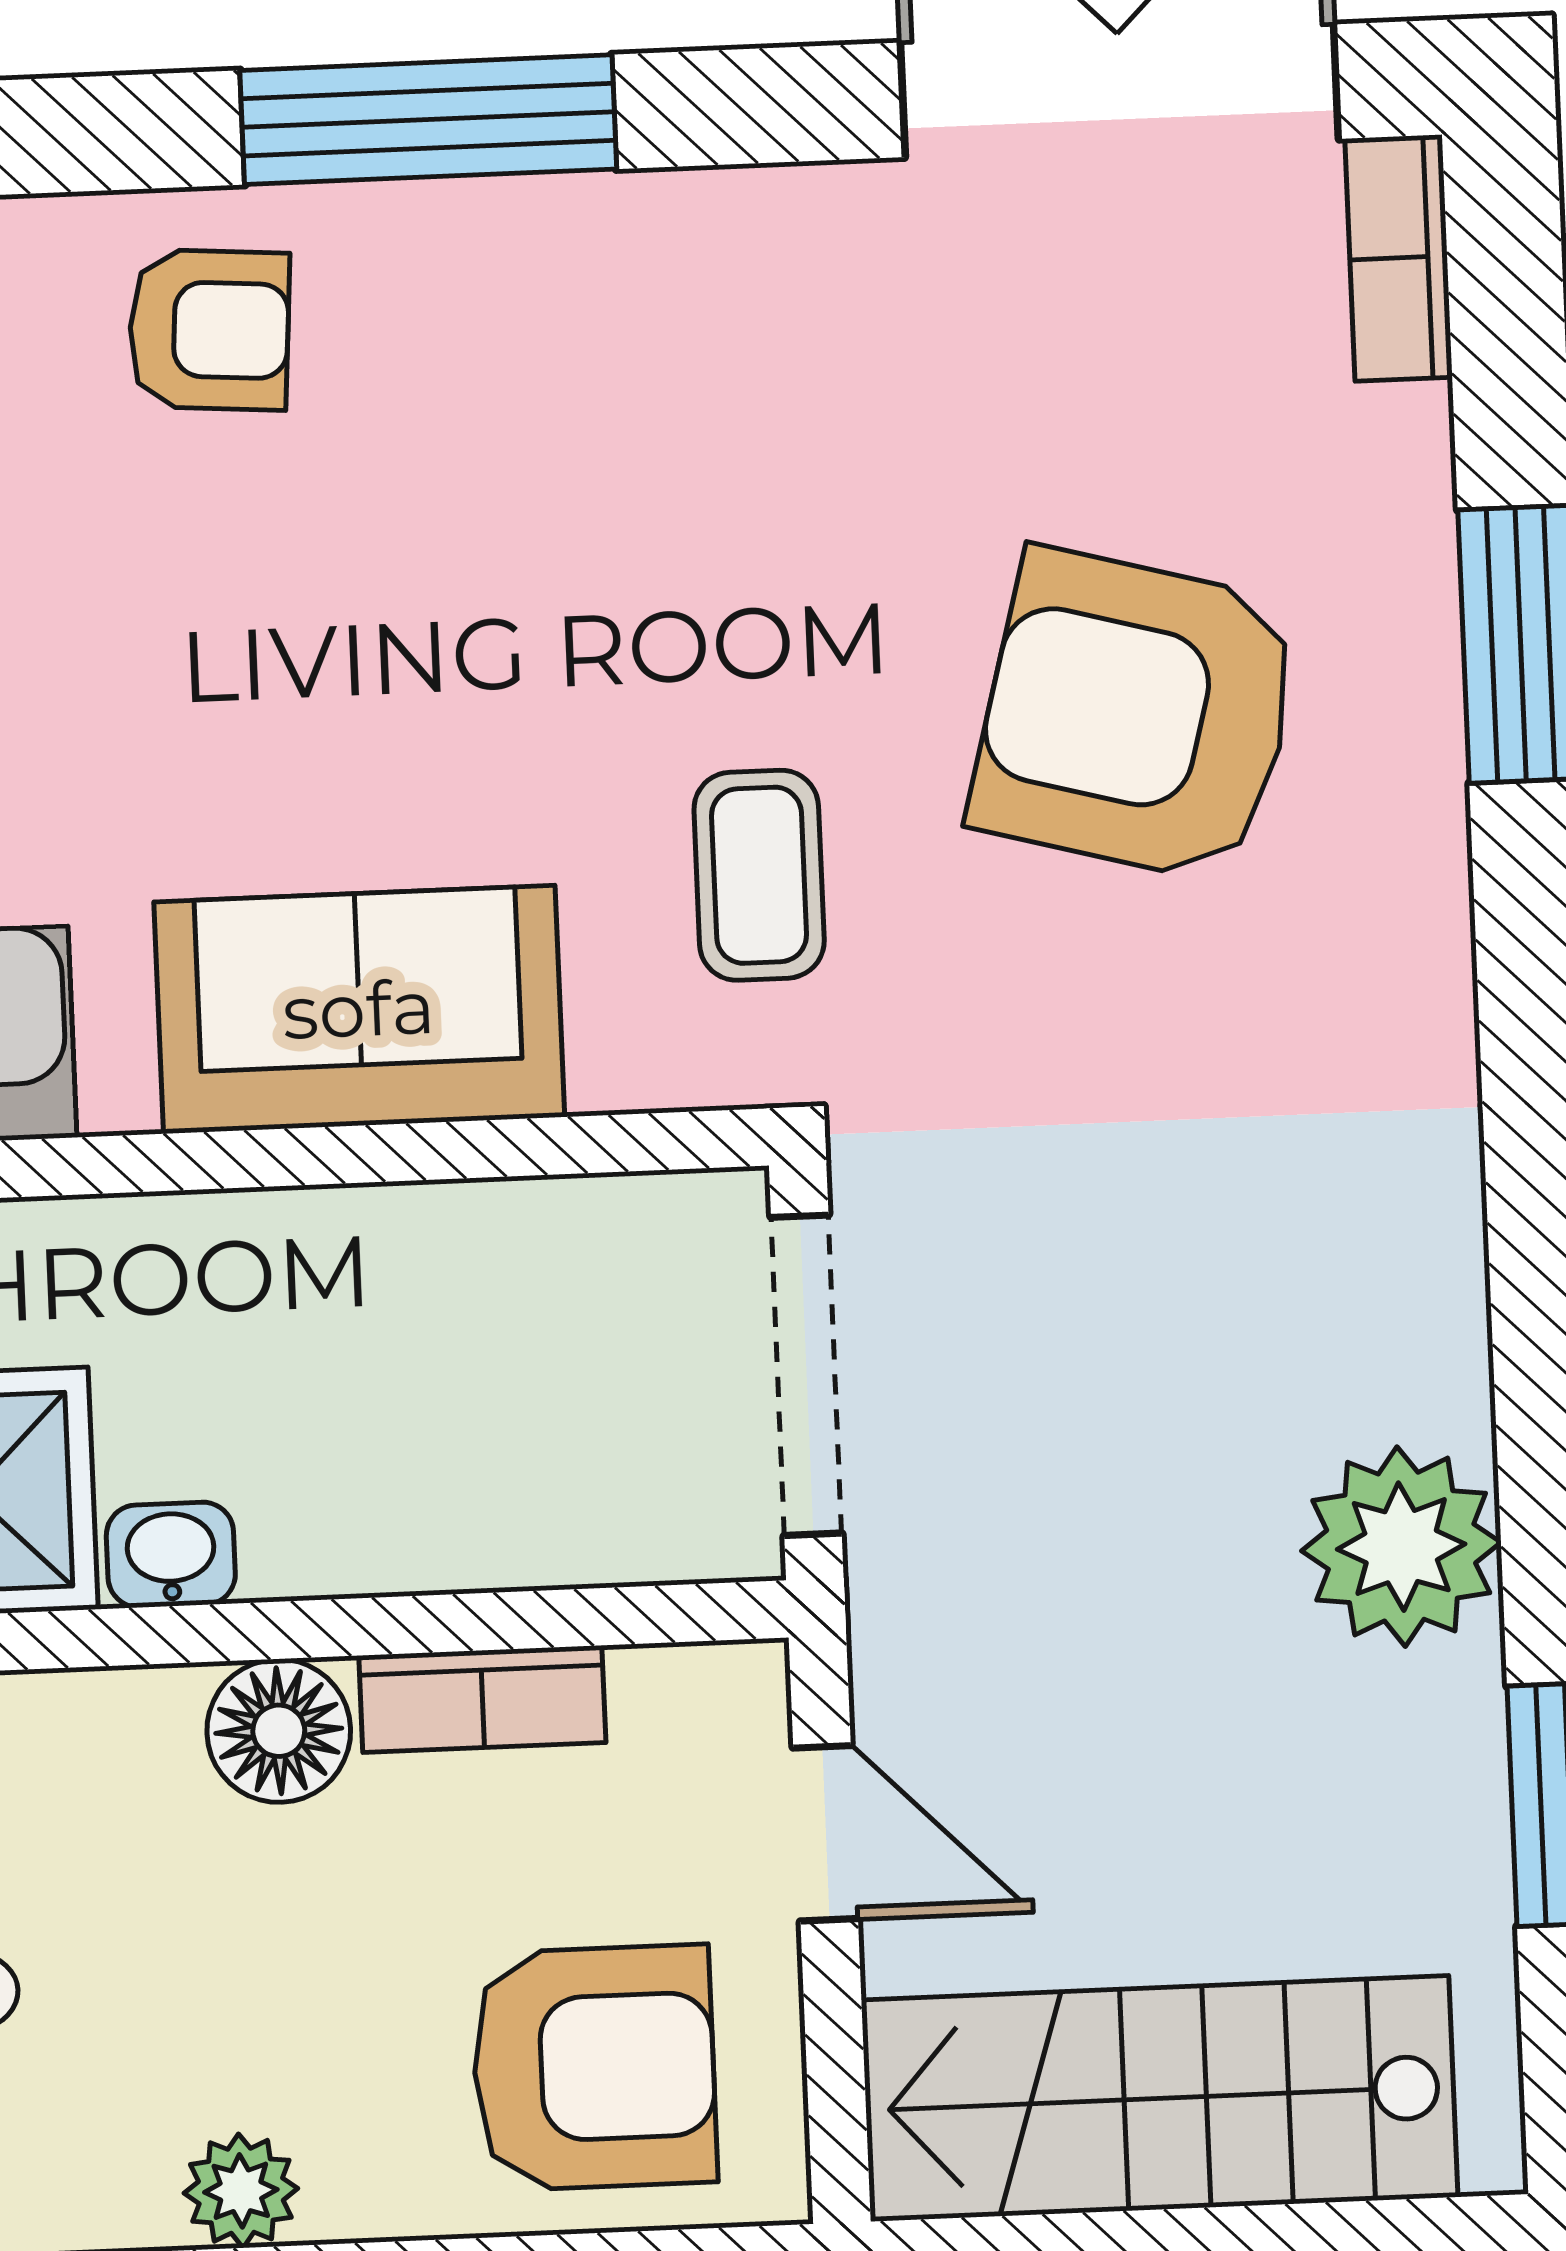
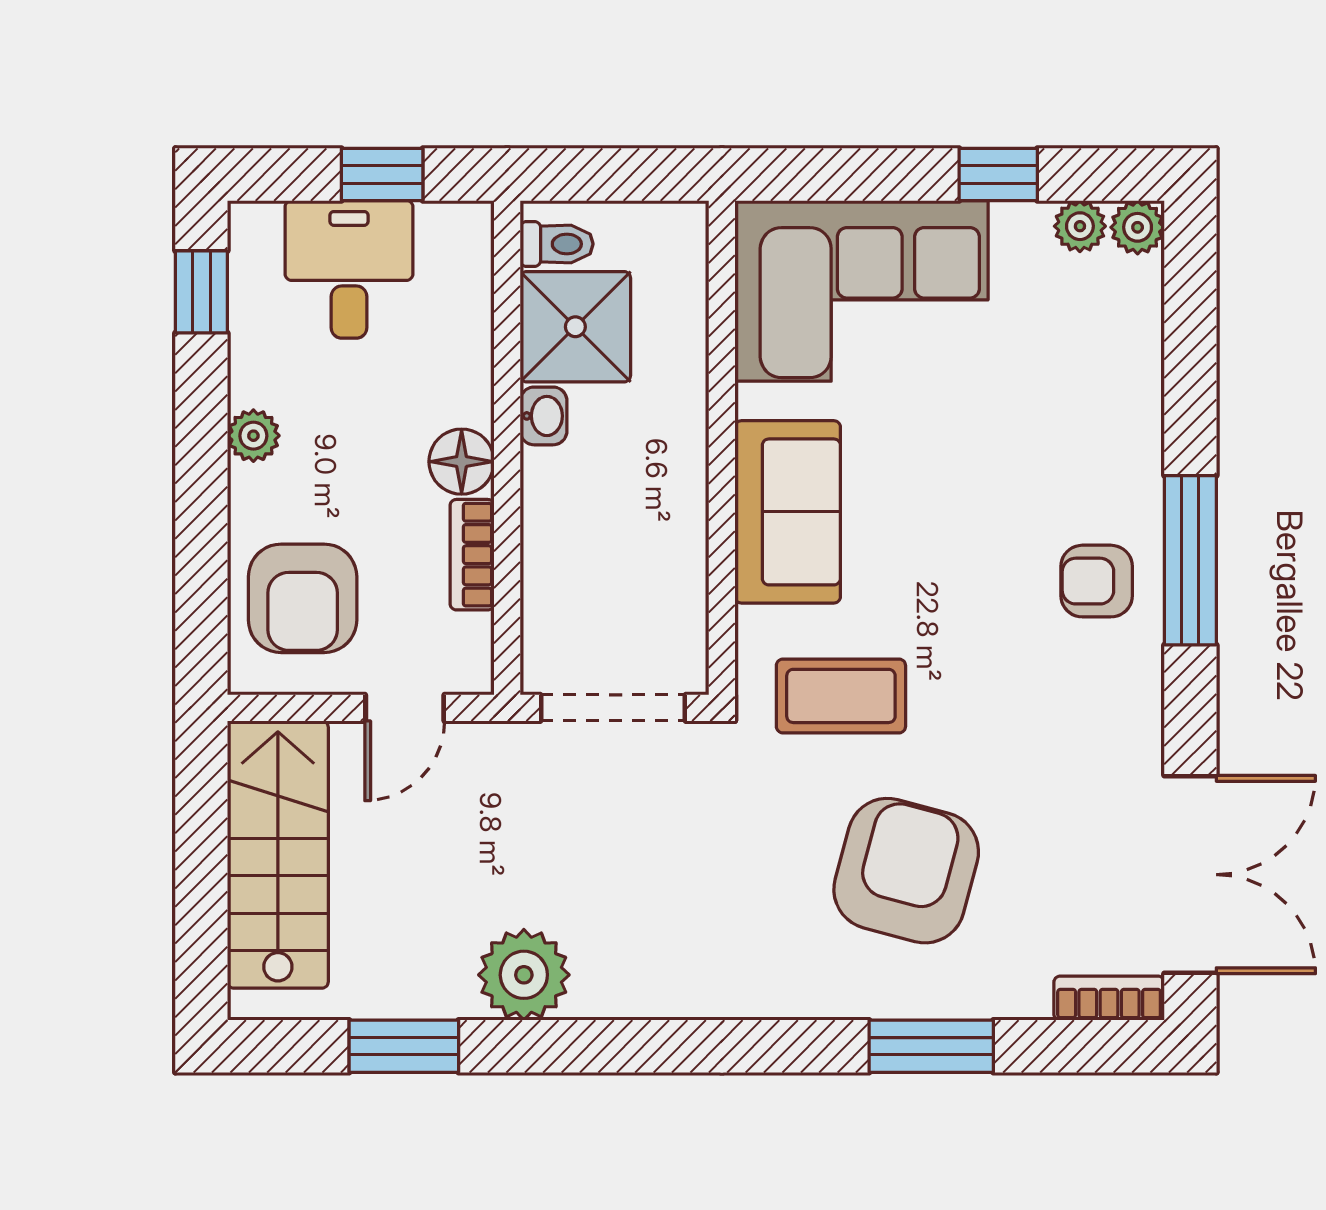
armchair: (209, 330) -> (1097, 581), moved, turned 86
coffee table: (759, 875) -> (841, 696), width x1.36, depth x1.30

